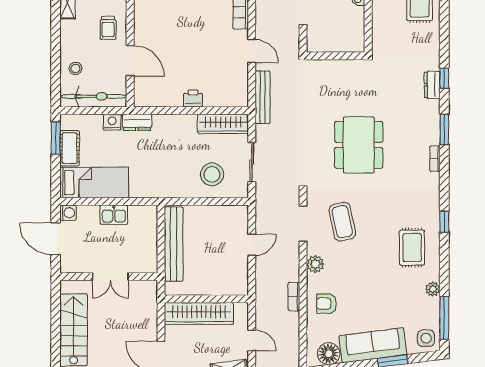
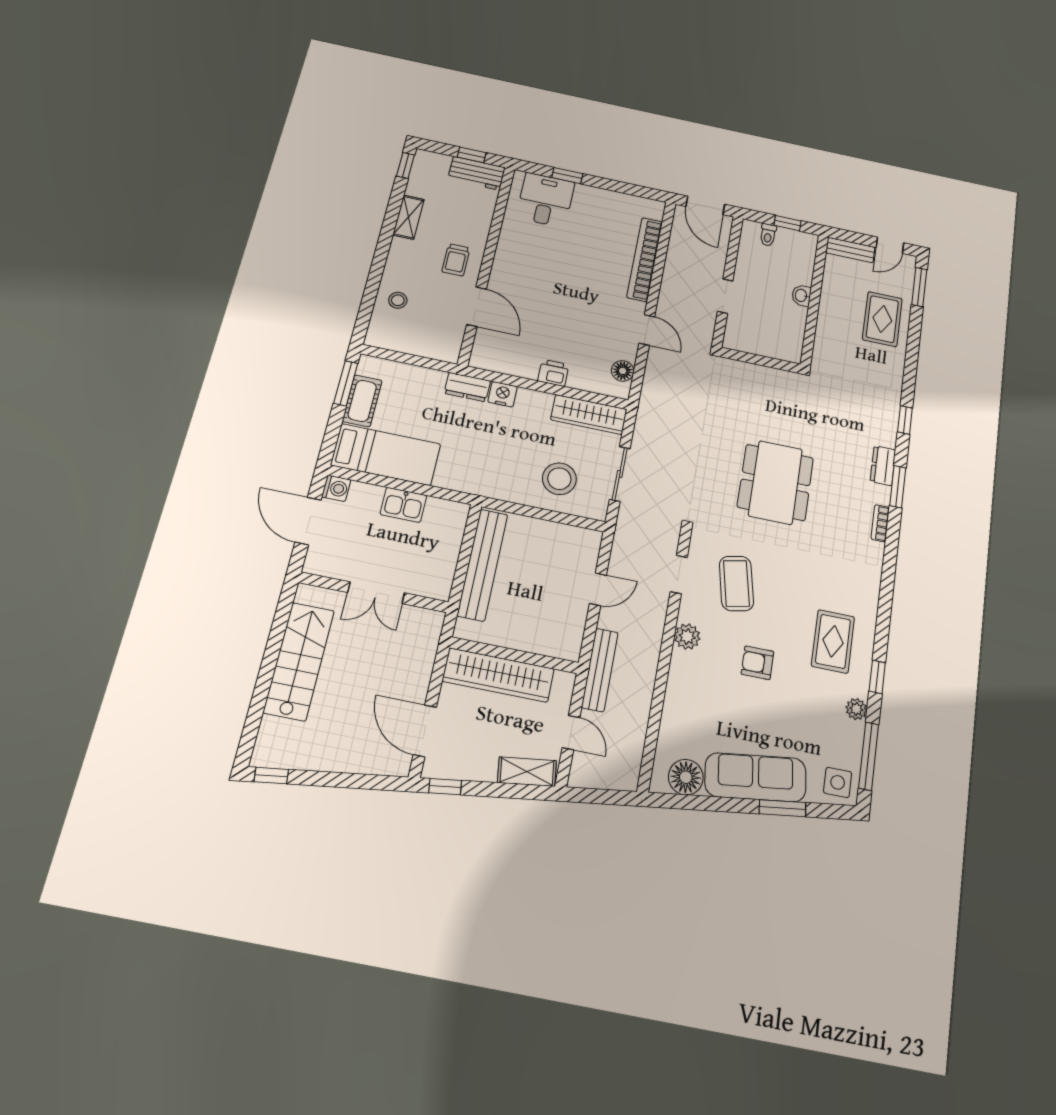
dresser: (432, 85) -> (883, 466), moved
floor lamp: (240, 86) -> (623, 371), added
bicycle: (94, 96) -> (414, 341), removed
bench: (263, 97) -> (600, 670), moved
nightstand: (112, 122) -> (503, 394), moved
window: (444, 222) -> (877, 677), moved
doorway: (303, 224) -> (679, 574), width x0.73
bookcase: (294, 297) -> (647, 678), removed
armchair: (326, 304) -> (757, 663), moved

